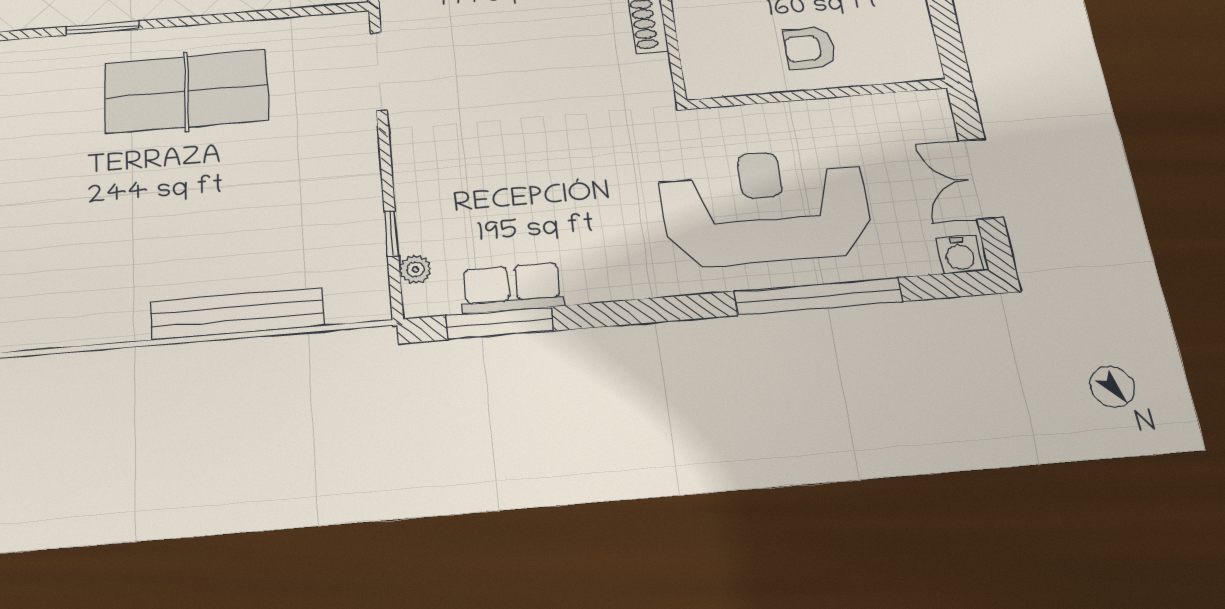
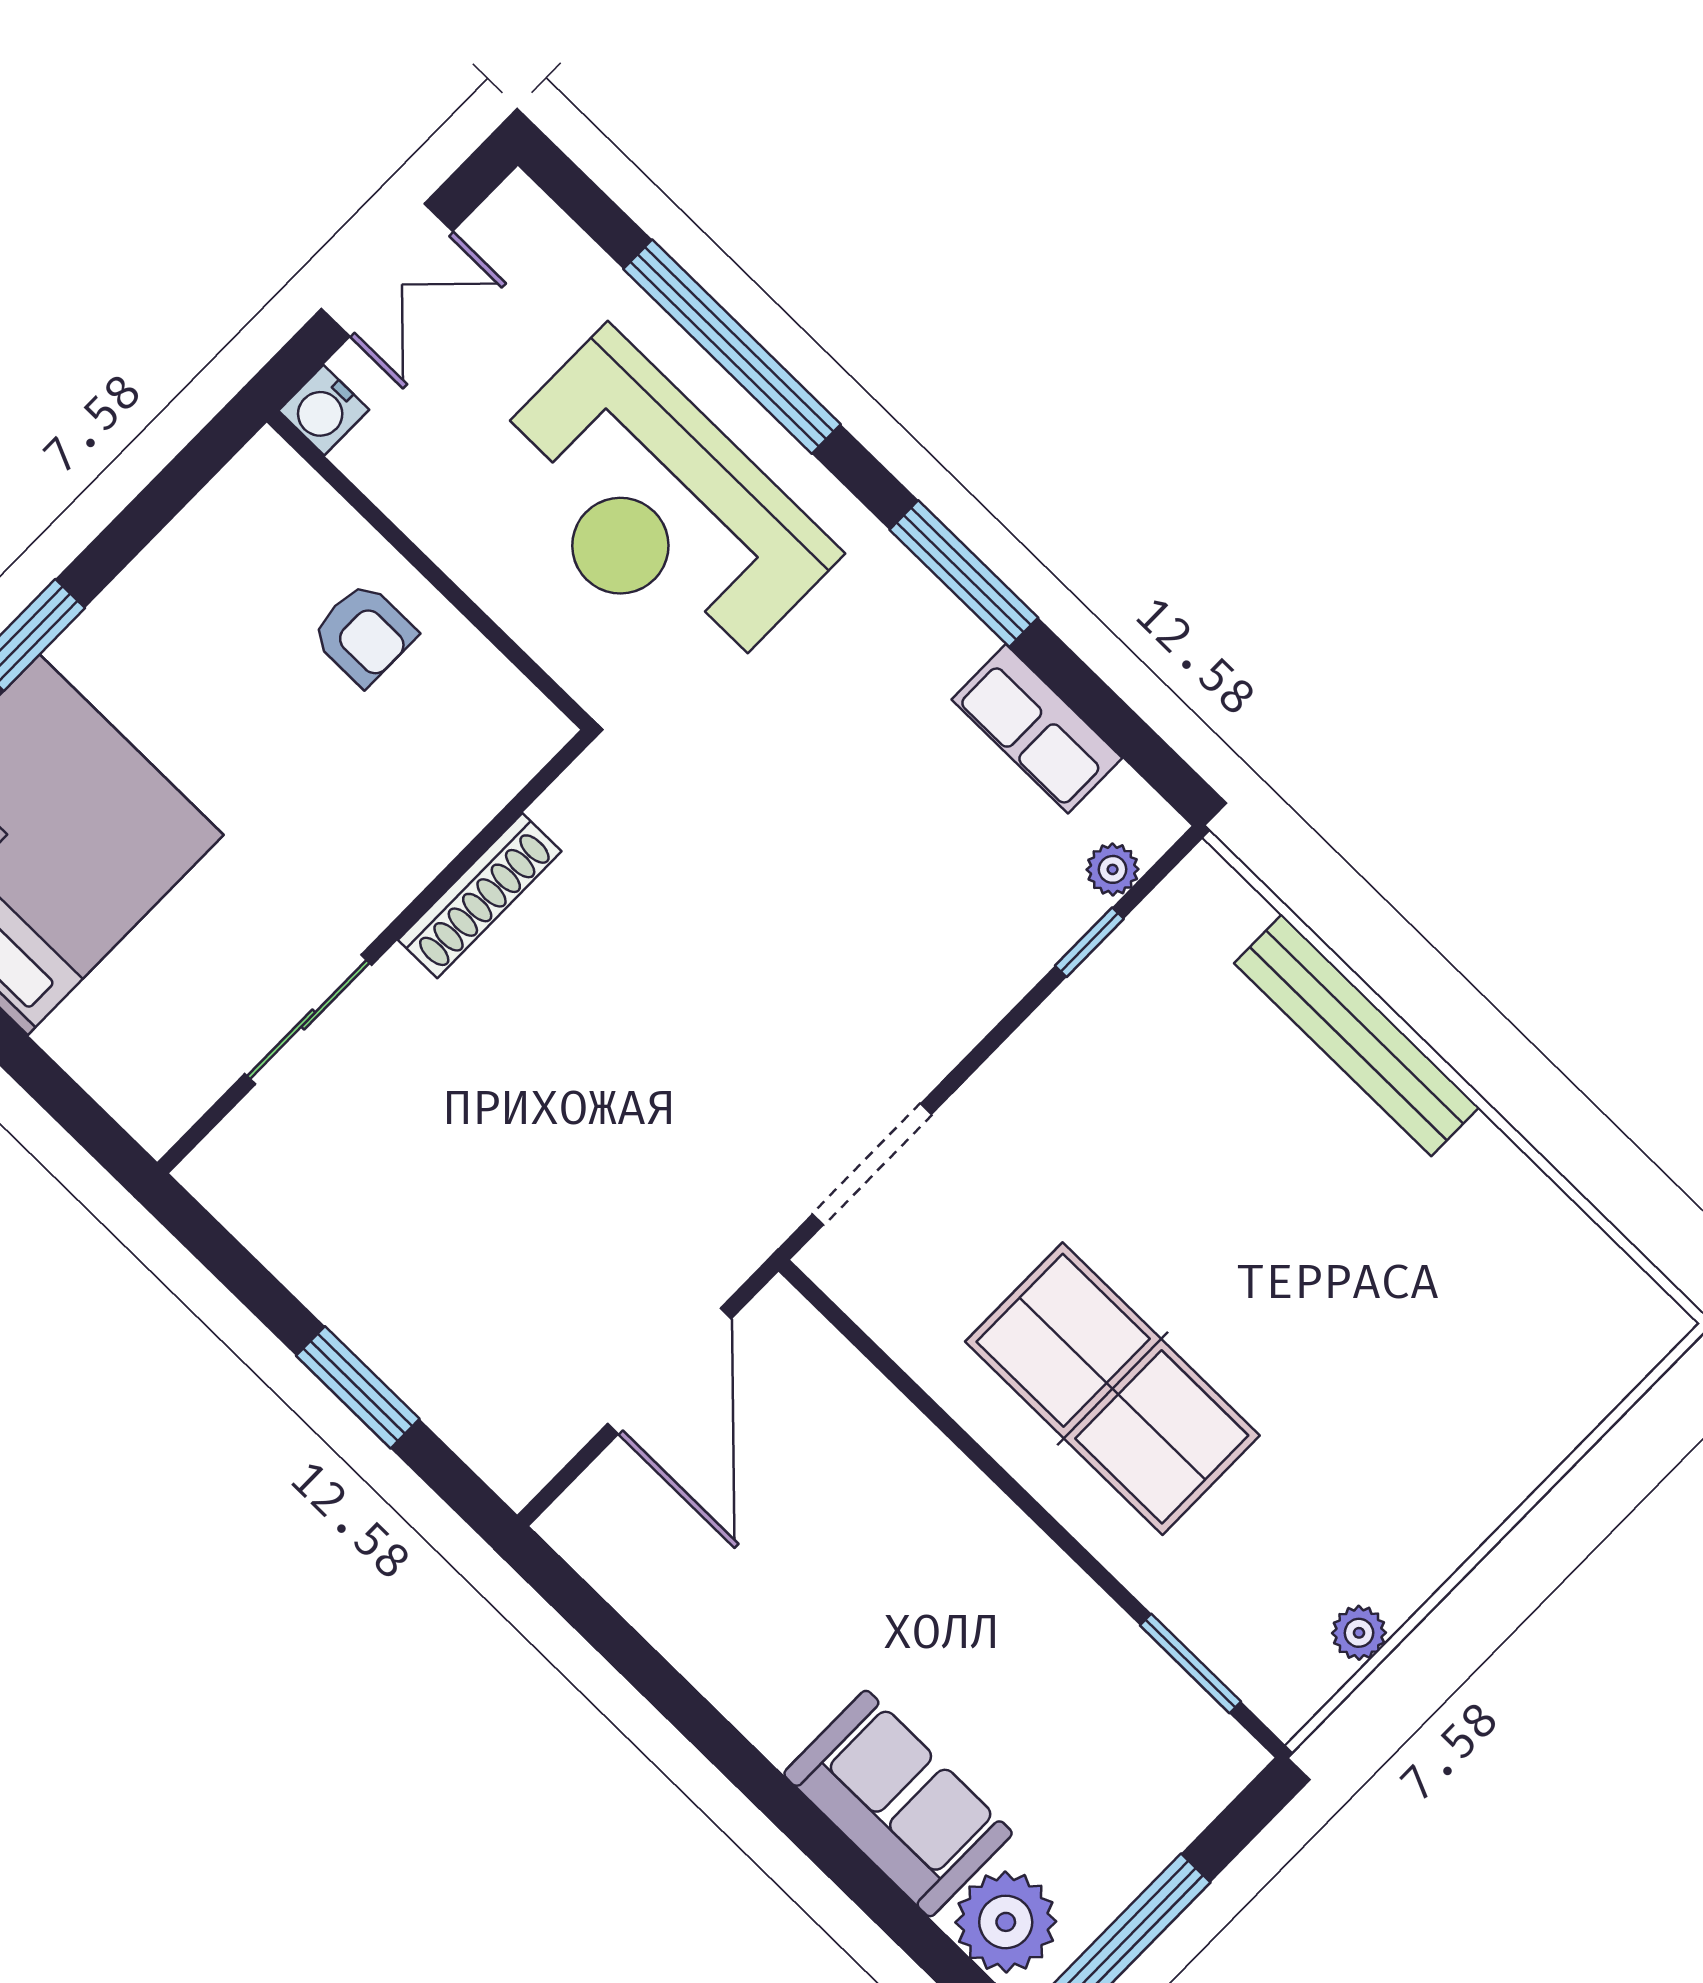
window: (103, 28) -> (1190, 1663), moved
water cooler: (960, 254) -> (324, 410), moved, turned 180
window: (499, 323) -> (964, 574), moved

